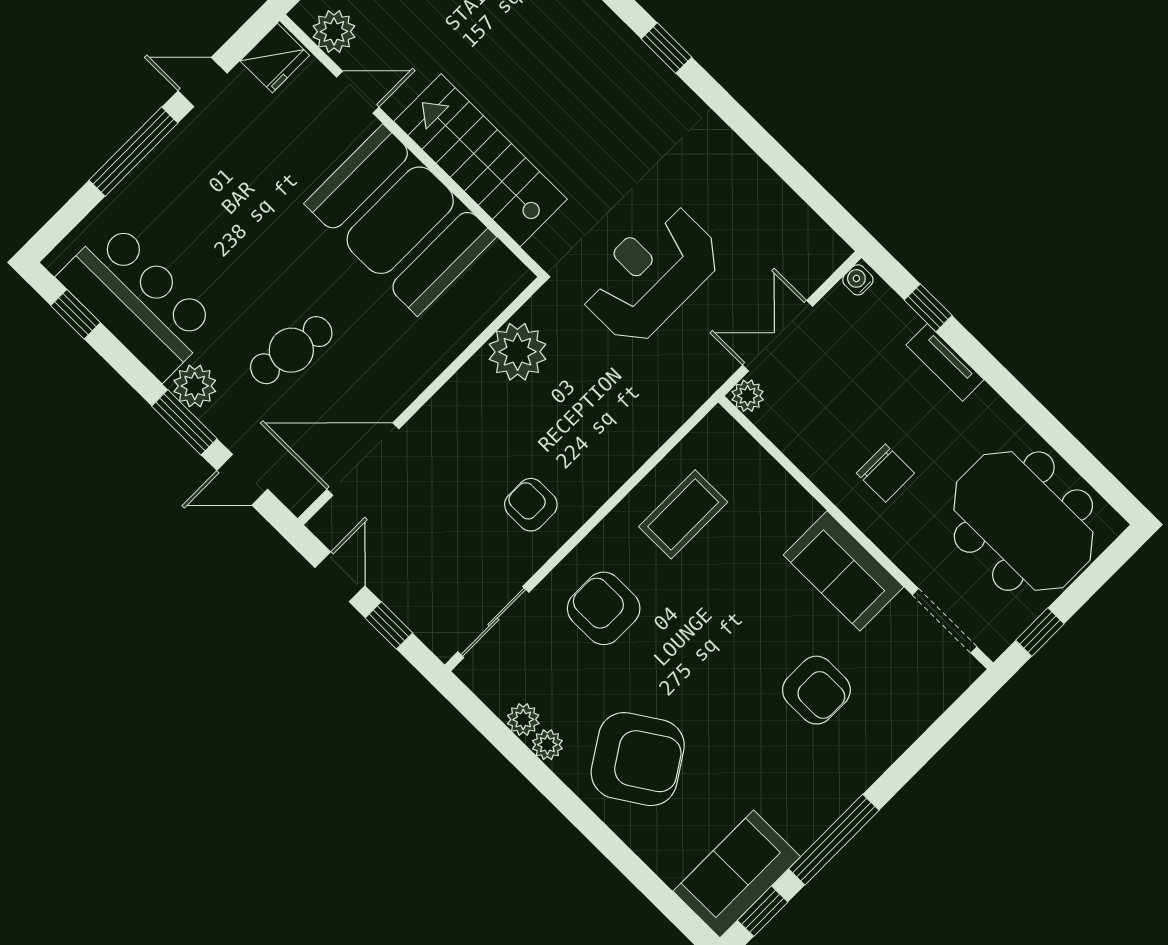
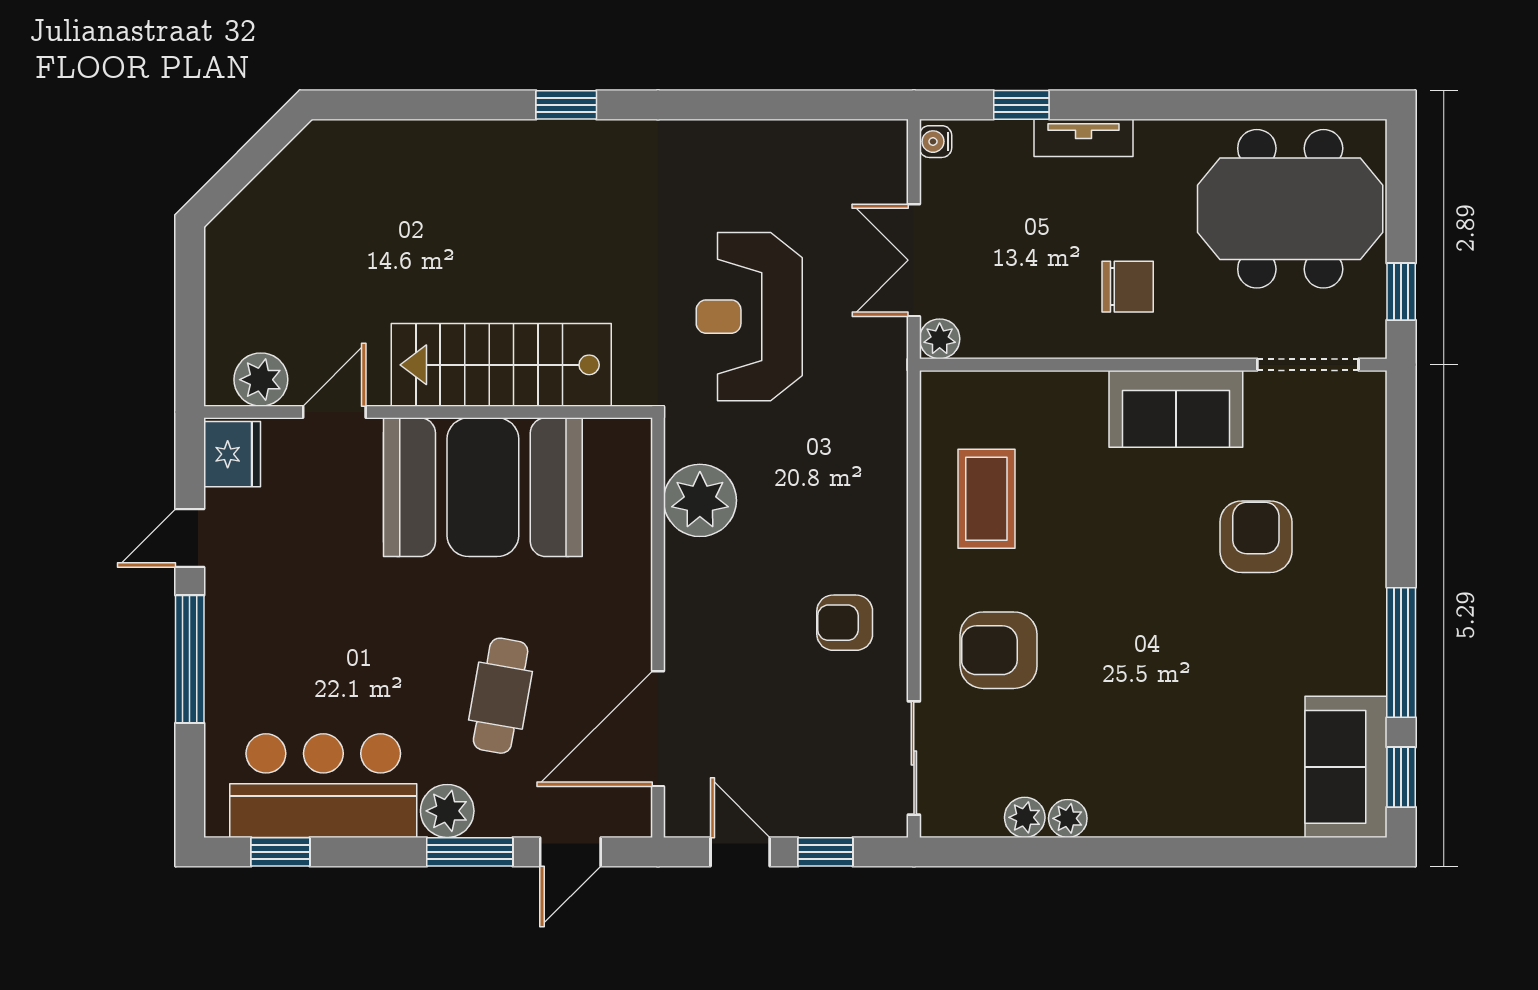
armchair: (816, 690) -> (1256, 537), turned -90
armchair: (638, 759) -> (1159, 752), removed

